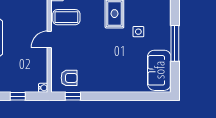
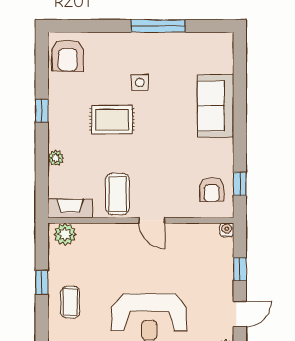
sofa: (159, 70) -> (216, 106), moved, turned 90
armchair: (69, 78) -> (212, 190), turned 180

